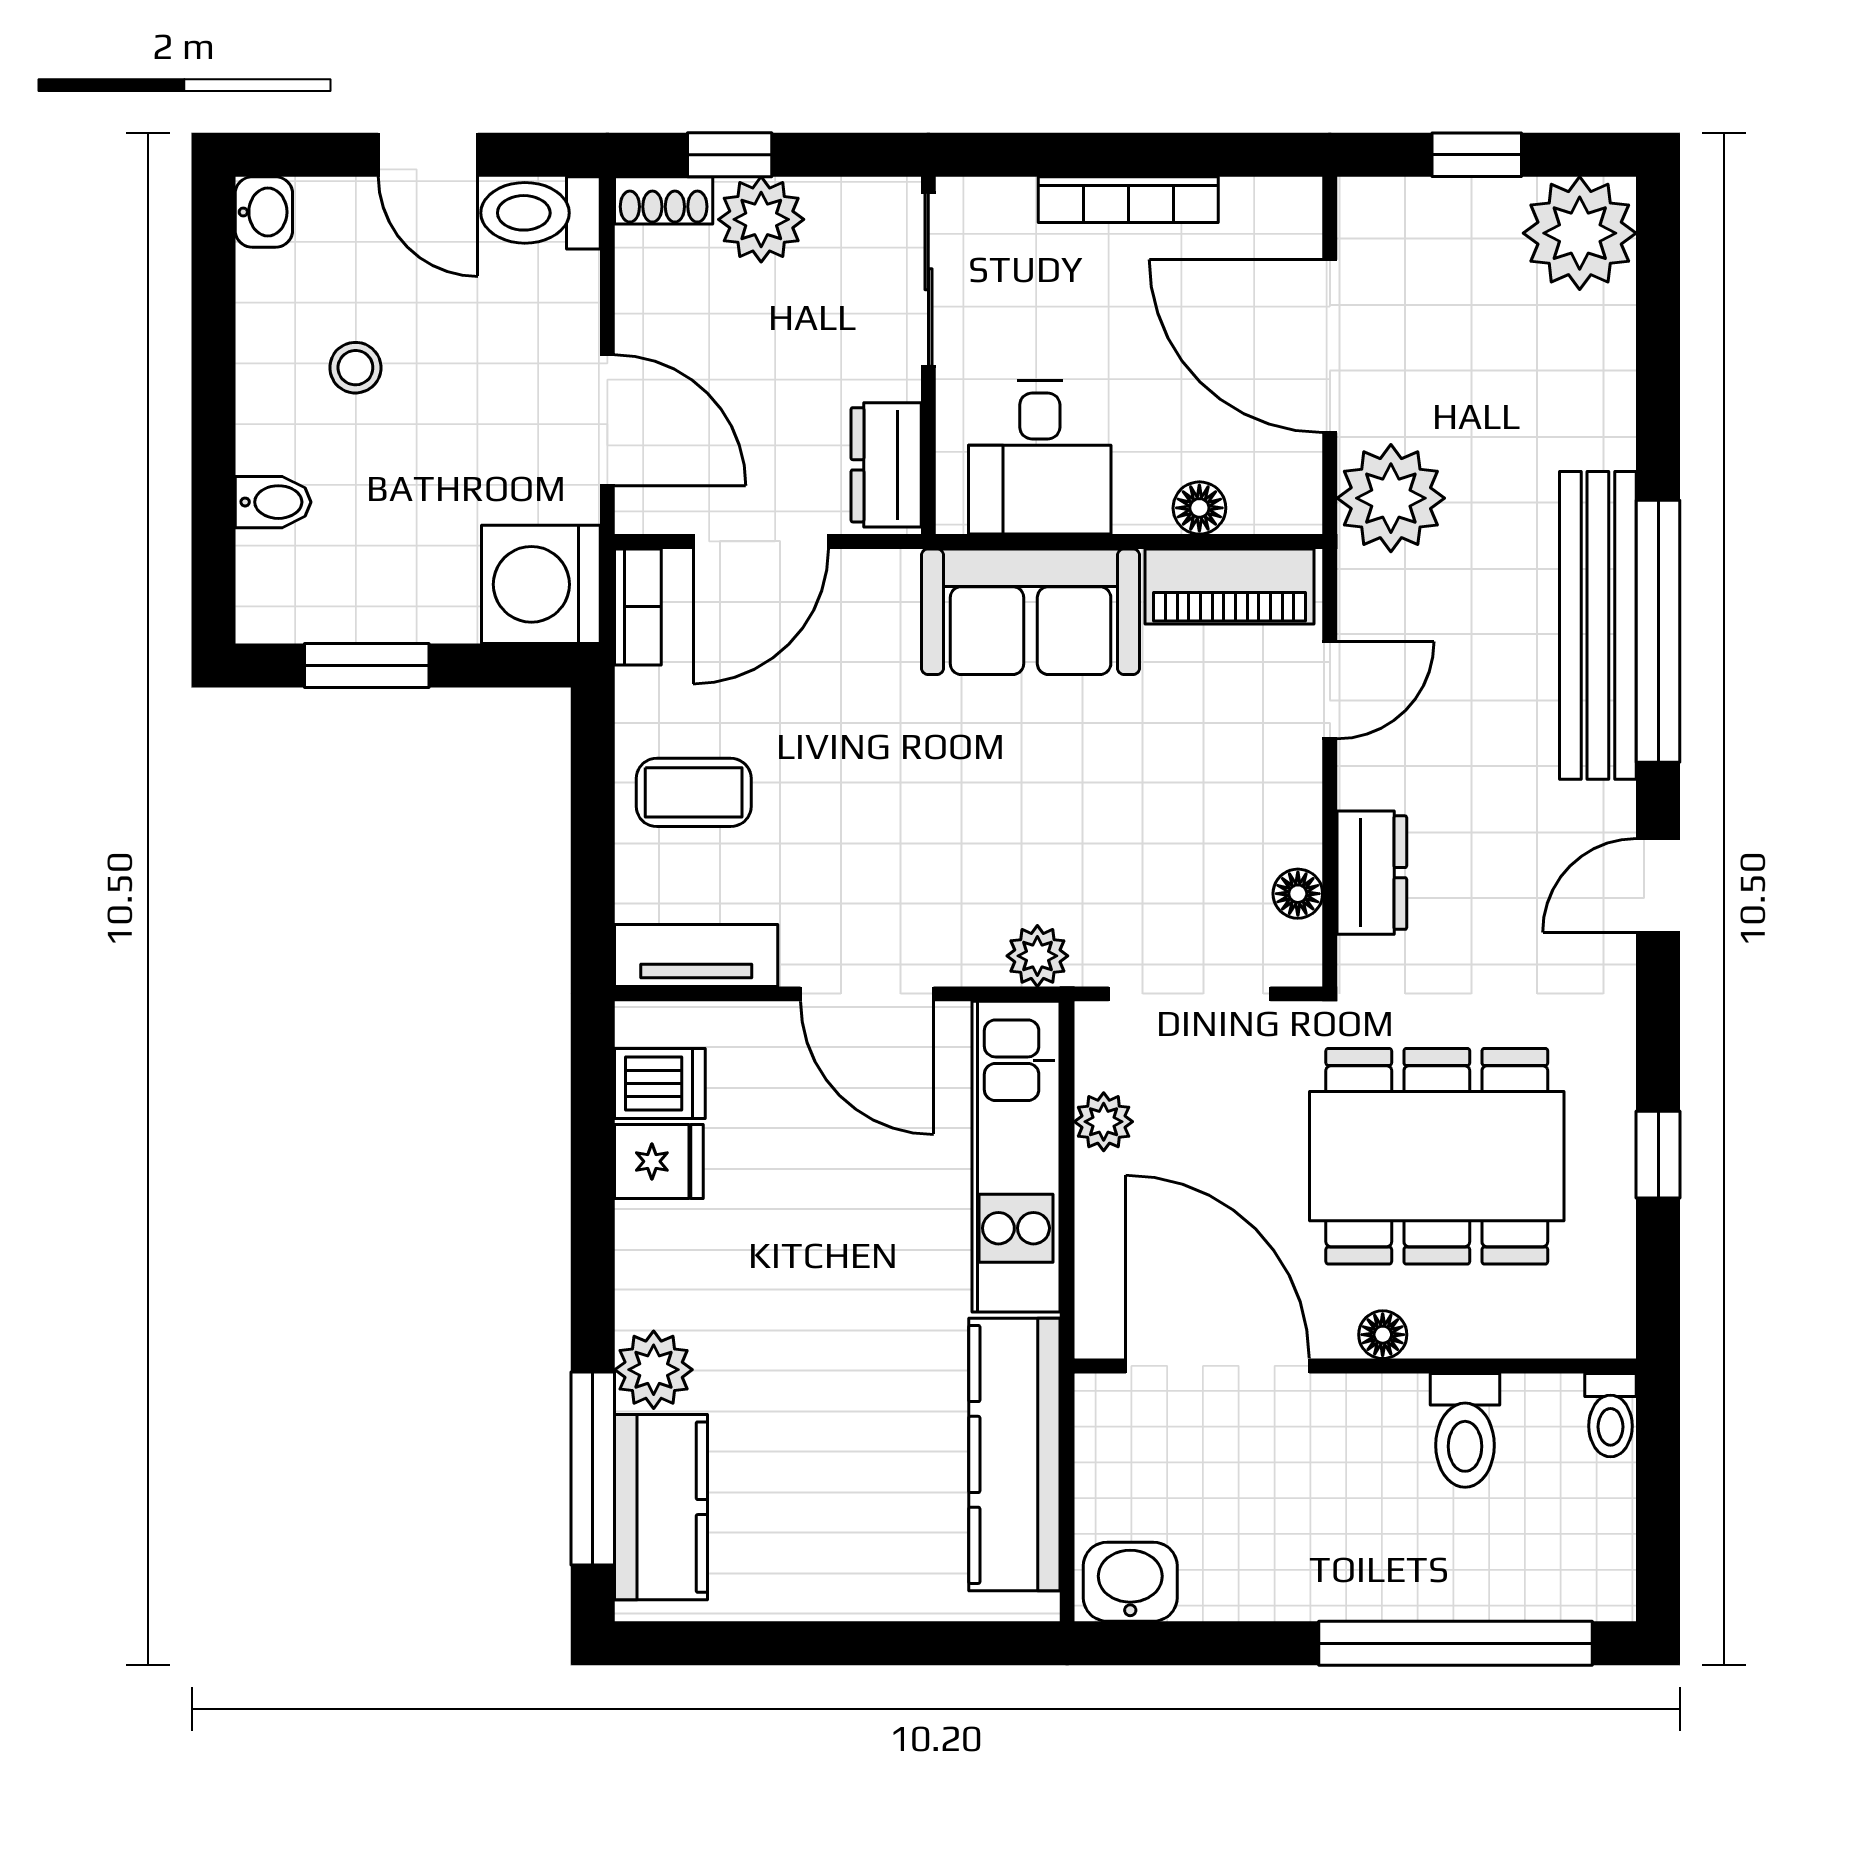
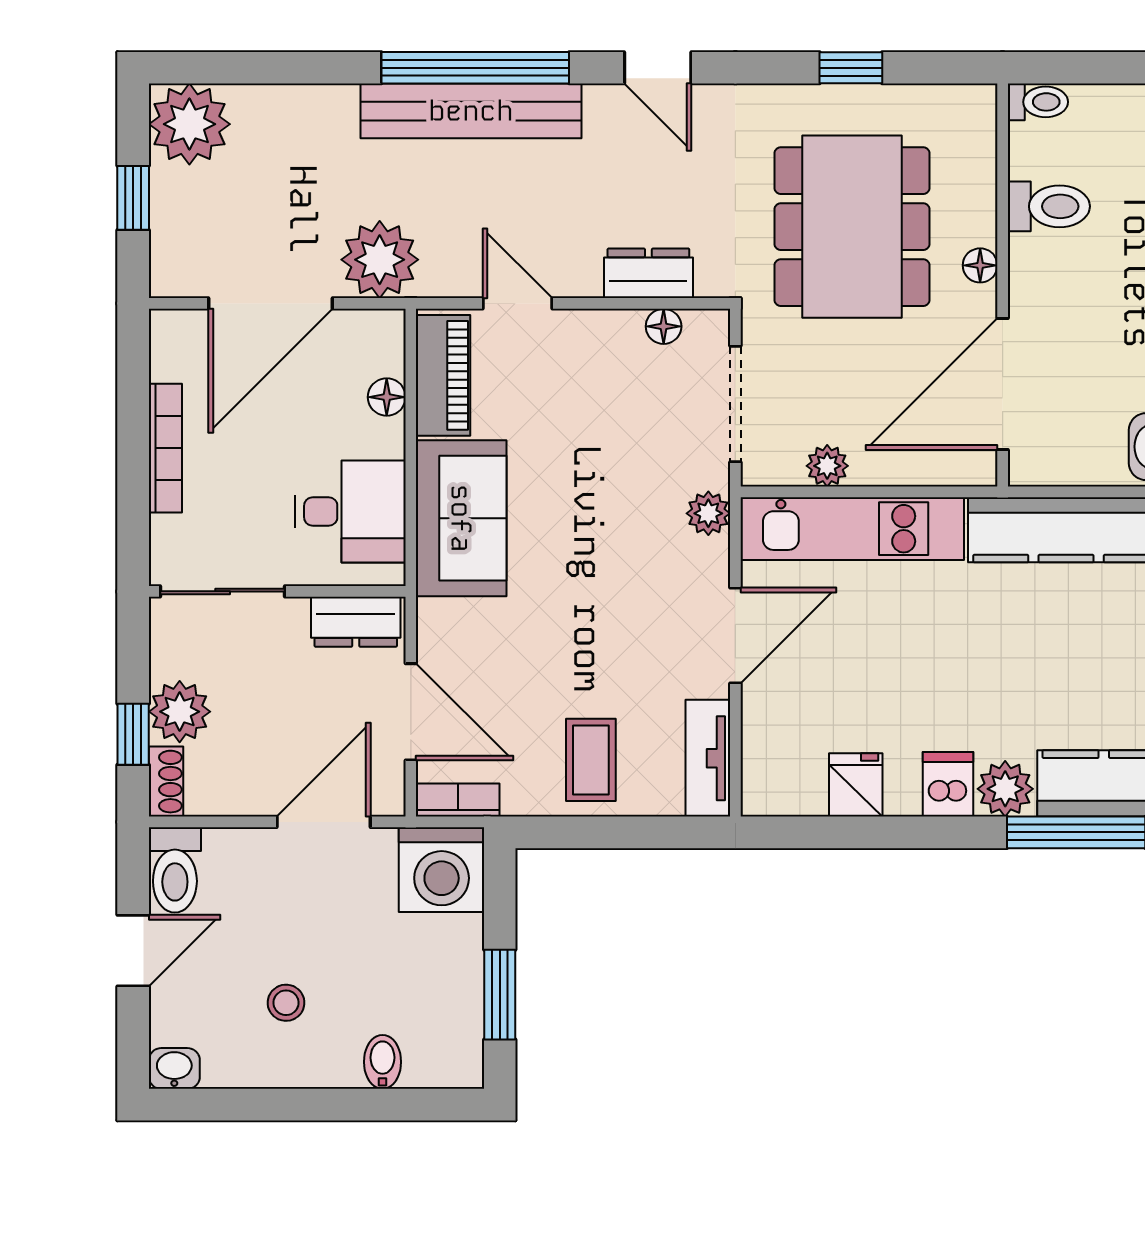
dishwasher: (660, 1083) -> (948, 784), moved

